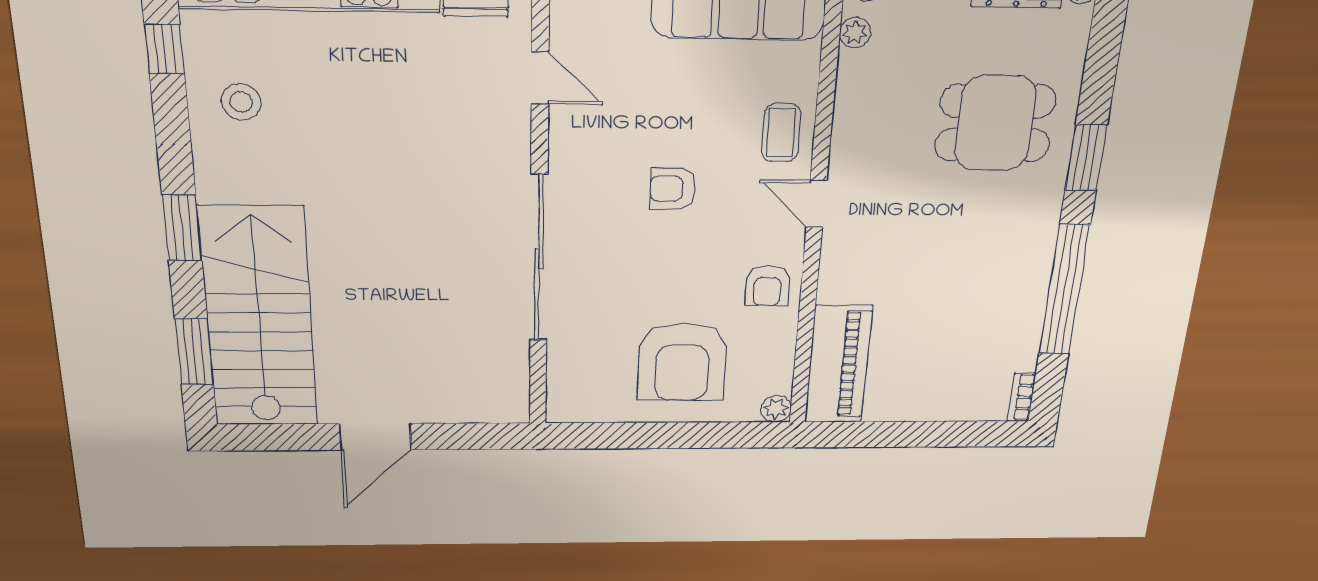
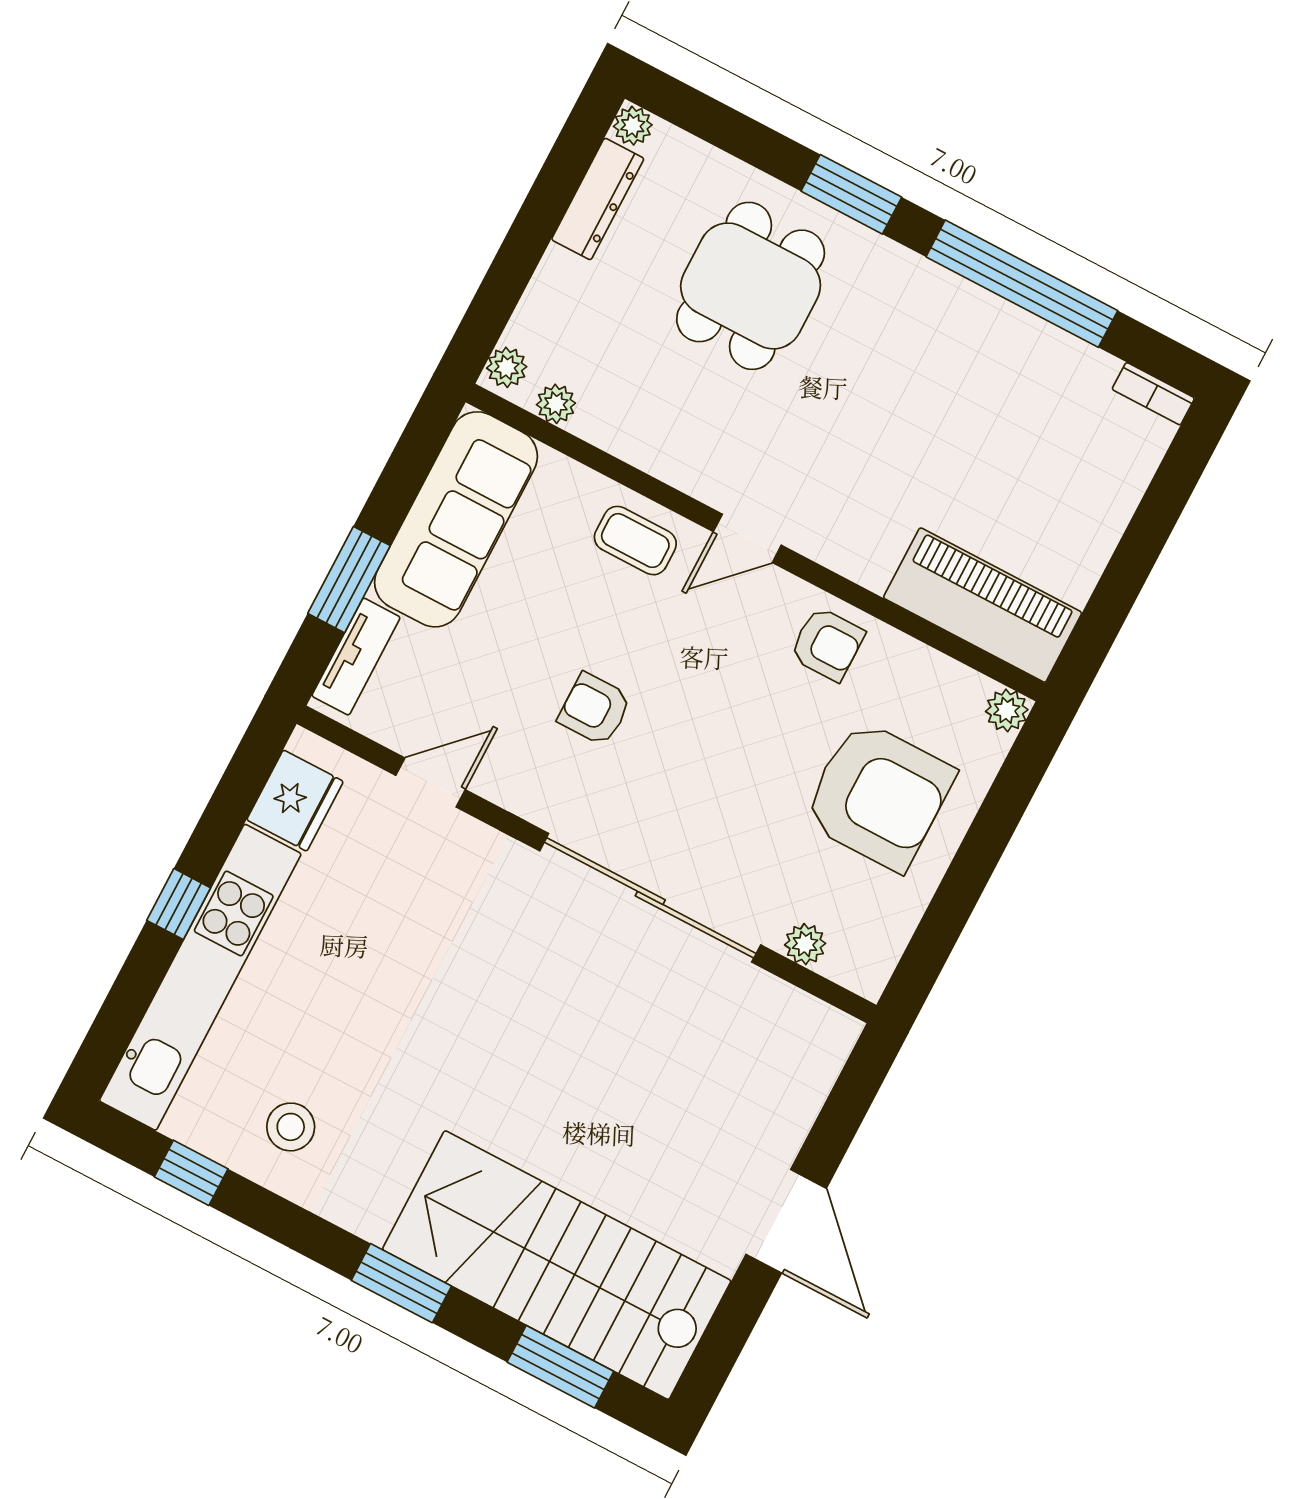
armchair: (673, 189) -> (595, 709), moved, turned 90
plant: (561, 365) -> (805, 944), added

